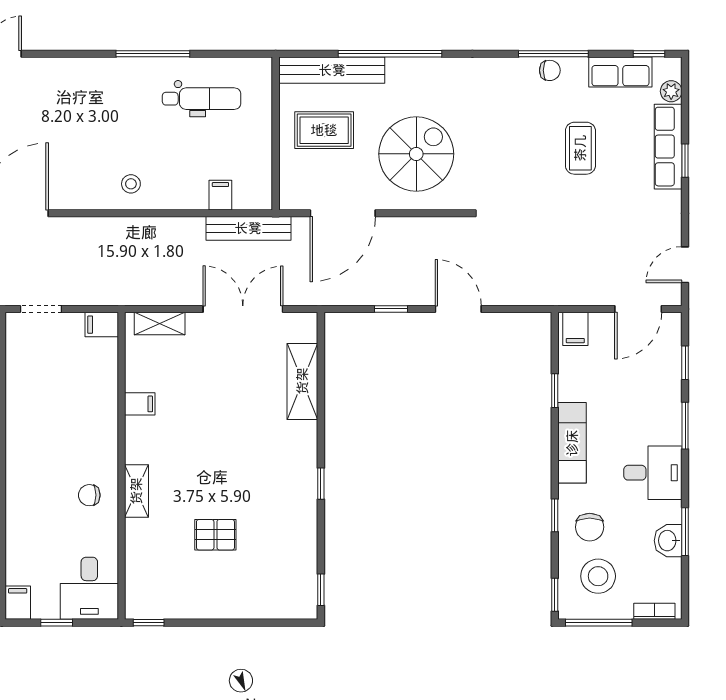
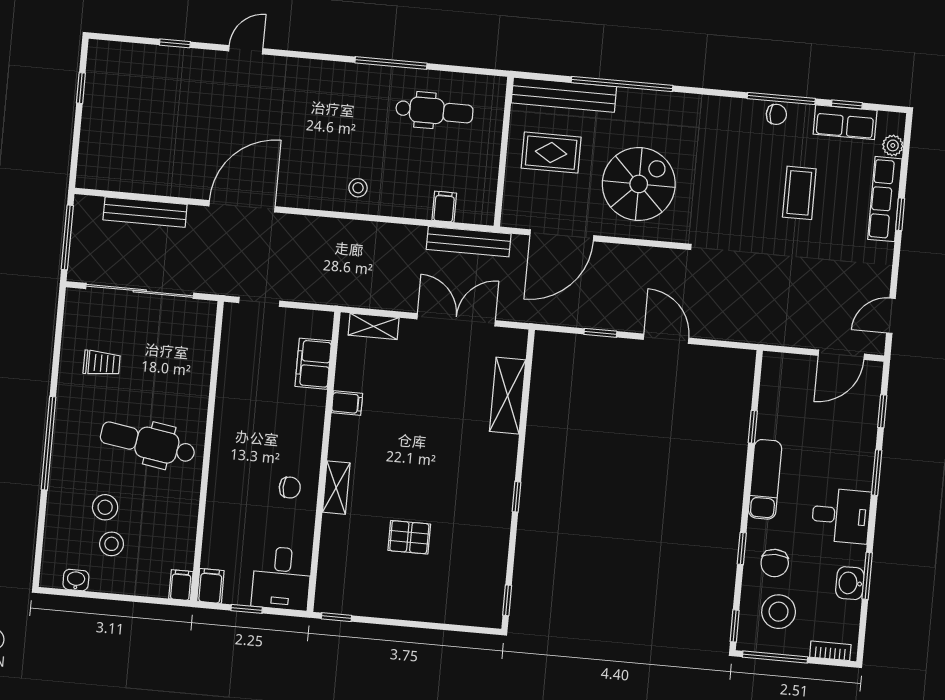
window: (649, 54) -> (847, 104), moved
filing cabinet: (102, 325) -> (313, 364), moved, width x2.00
filing cabinet: (575, 329) -> (778, 369), removed
chair: (89, 495) -> (290, 488), turned 180

